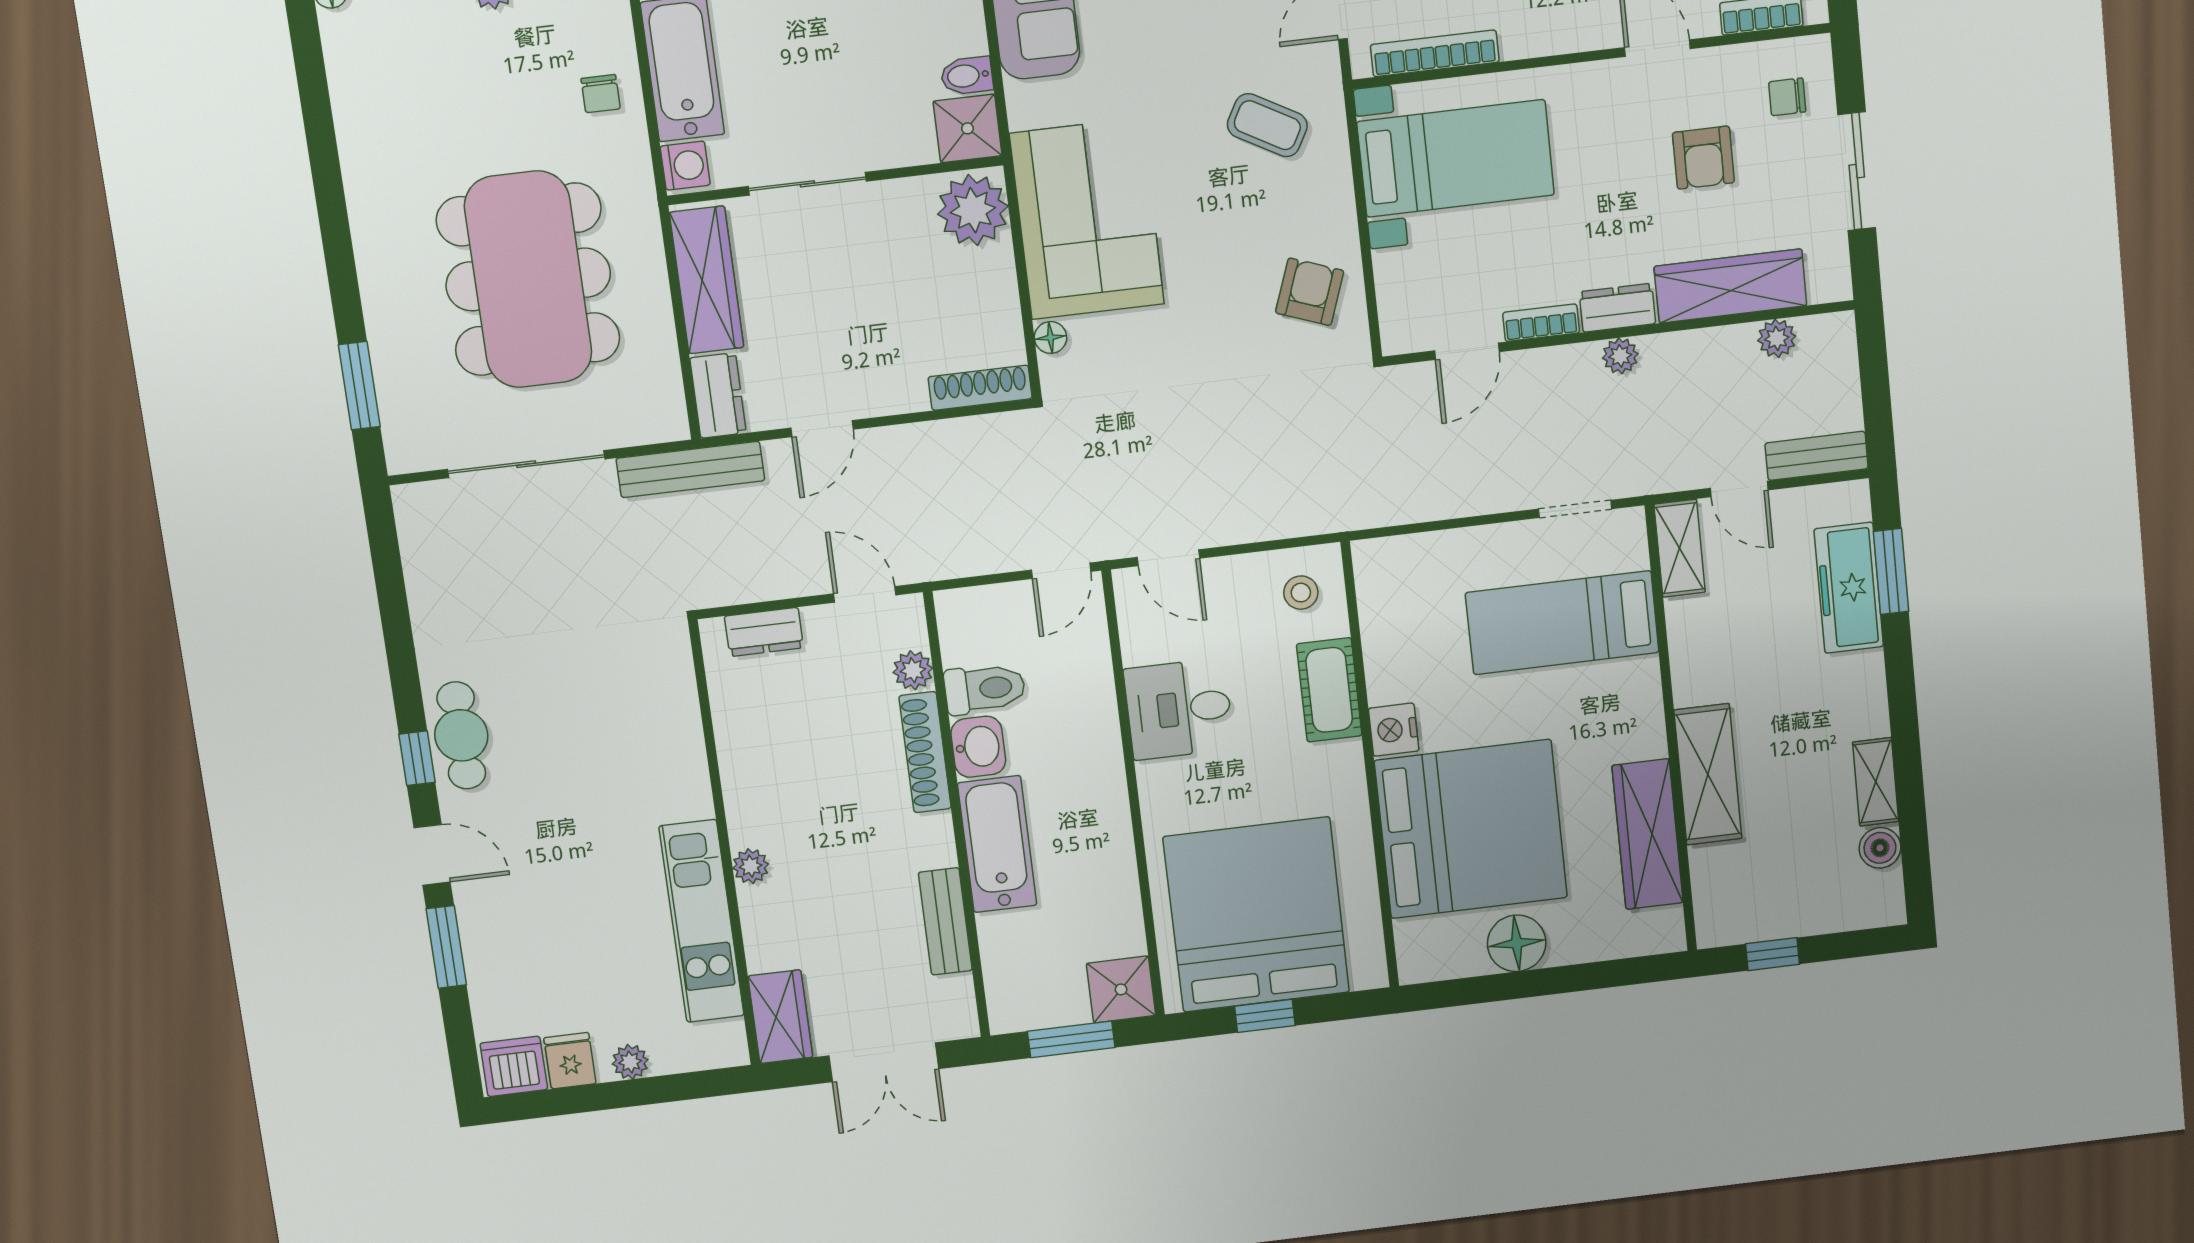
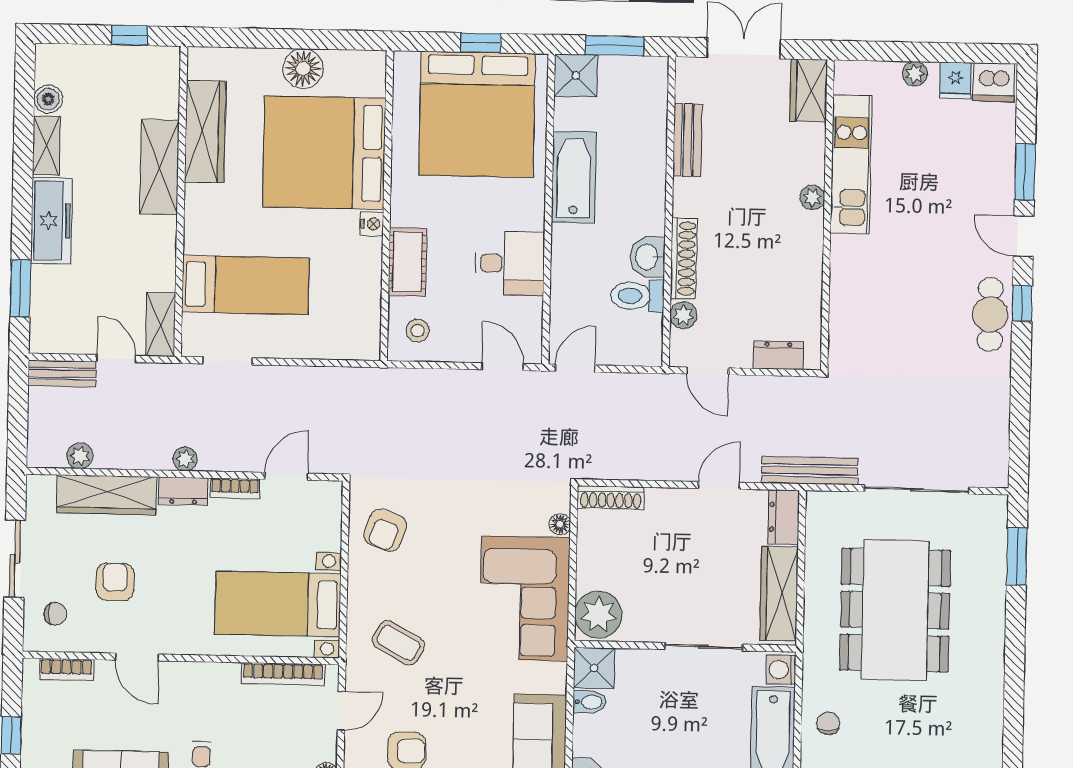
freezer: (1849, 588) -> (51, 221), moved
nightstand: (1394, 730) -> (372, 224), width x0.72, depth x0.74
bathtub: (997, 844) -> (574, 177), moved, turned 180

